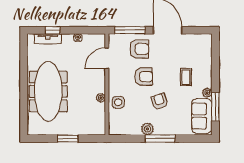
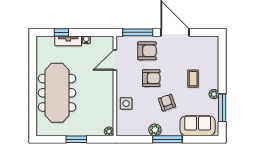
tv unit: (48, 39) -> (68, 41), moved
plant: (101, 98) -> (109, 131), moved
sofa: (202, 116) -> (198, 126), moved, turned 90

